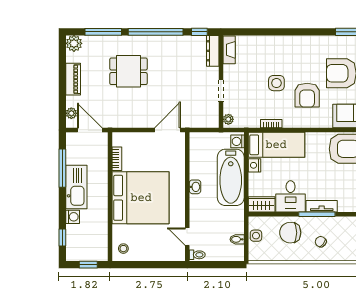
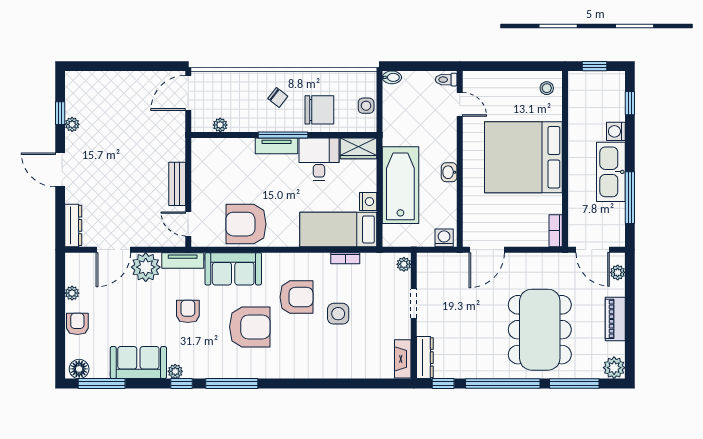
dining table: (129, 71) -> (540, 330), width x1.87, depth x1.24
armchair: (307, 95) -> (296, 297), turned 90
washing machine: (238, 141) -> (444, 238), moved, turned -90
bookcase: (117, 159) -> (556, 231), moved
bidet: (237, 239) -> (392, 77), moved

